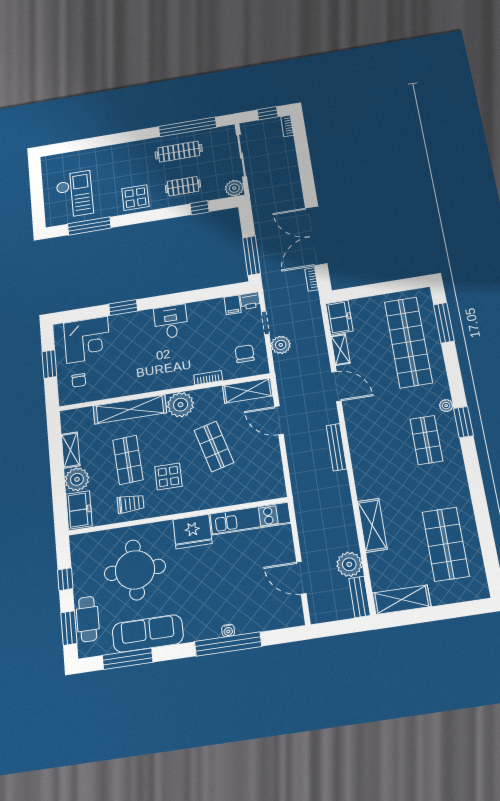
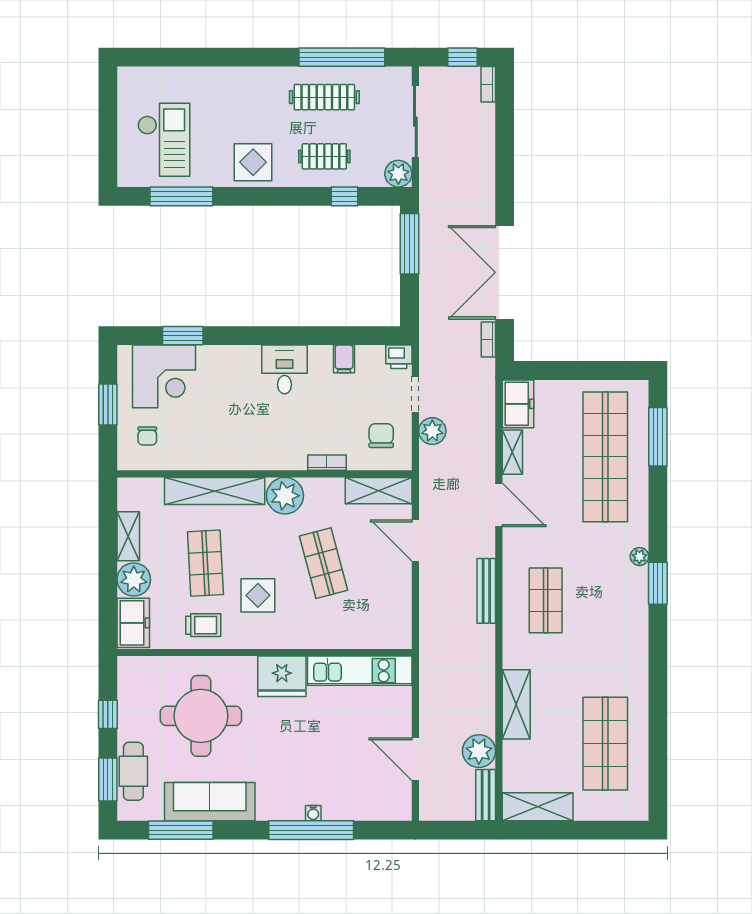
window: (252, 256) -> (410, 244), moved
filing cabinet: (233, 305) -> (344, 359), moved
window: (123, 308) -> (183, 336), moved
shop shelf: (426, 440) -> (546, 600), moved

